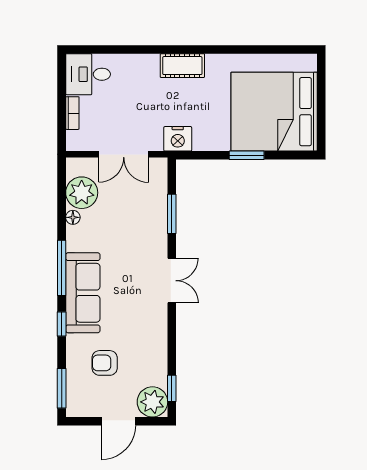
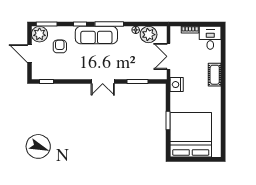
cot: (182, 66) -> (215, 75), moved
plant: (152, 402) -> (40, 34), moved

